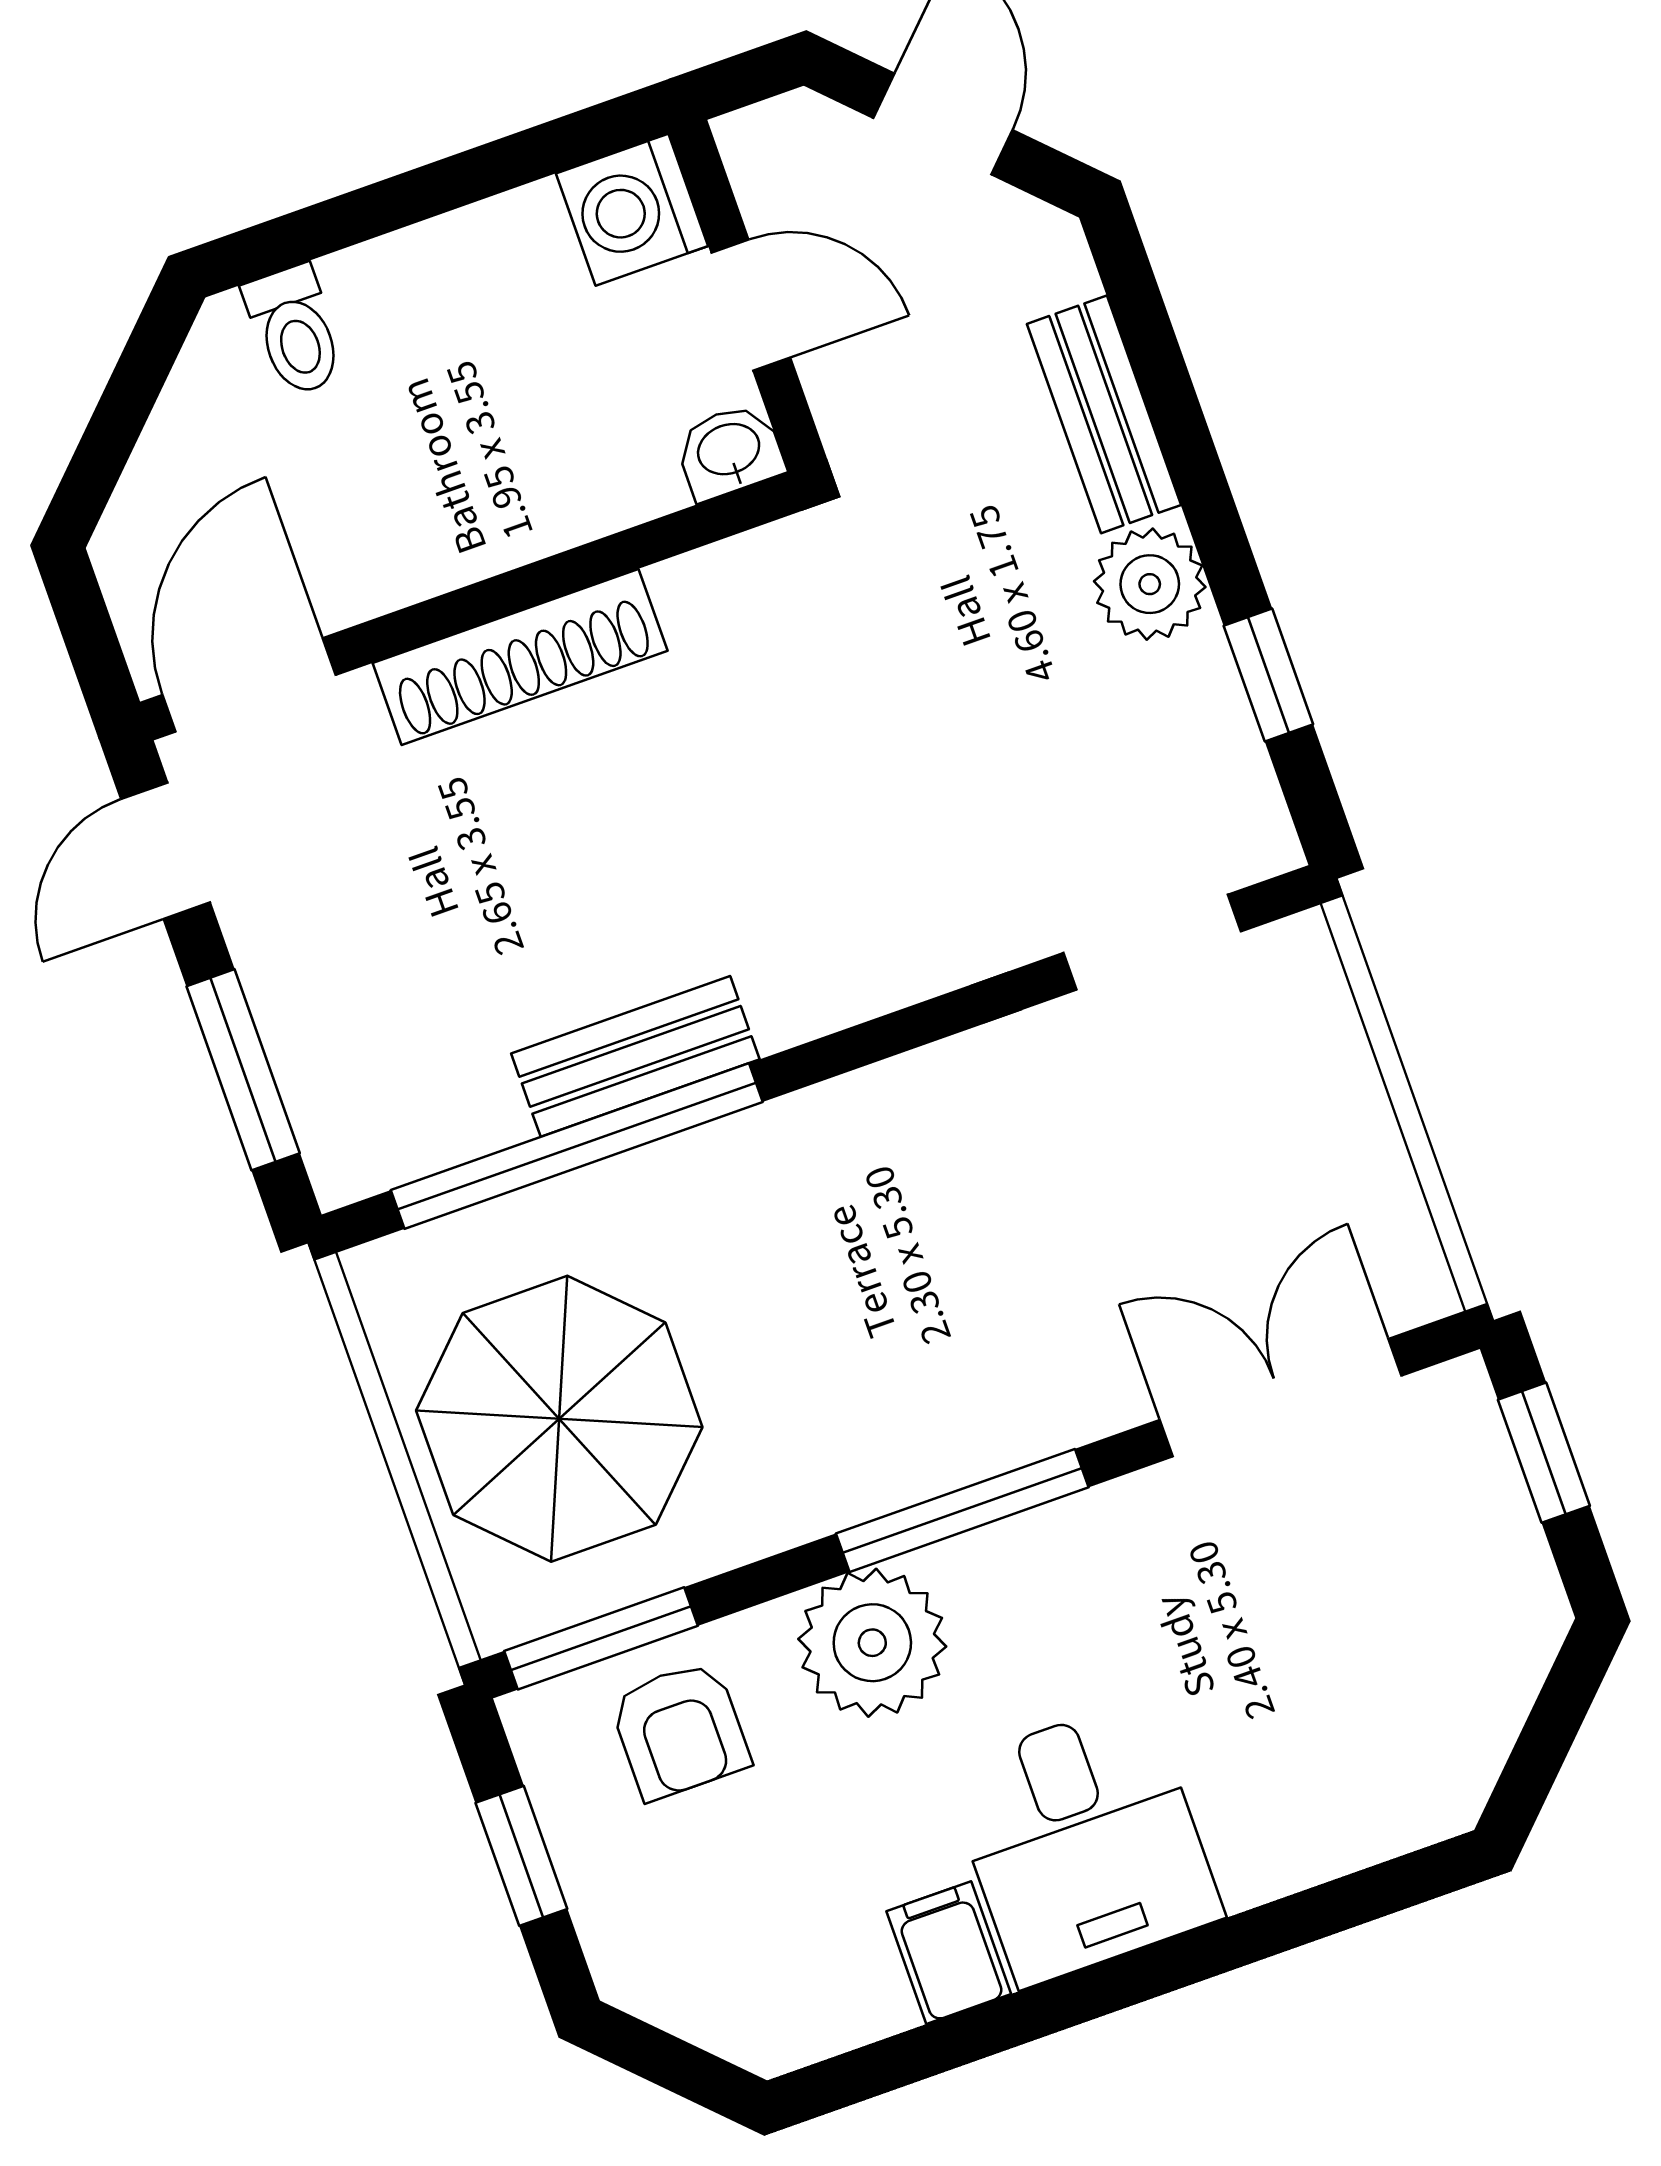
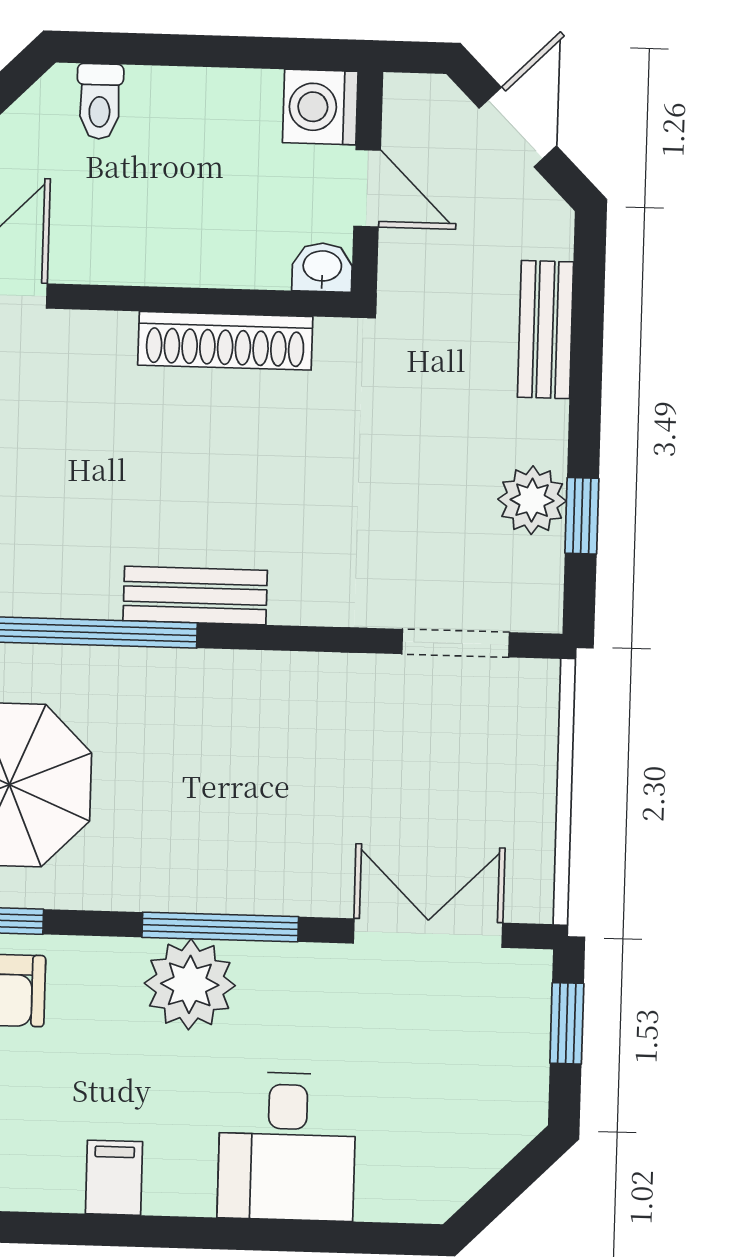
plant: (1150, 584) -> (532, 500), moved
shoe rack: (520, 657) -> (225, 341), moved
bench: (635, 1056) -> (195, 596), moved
plant: (872, 1643) -> (190, 984), moved
desk: (1083, 1842) -> (287, 1146), moved

